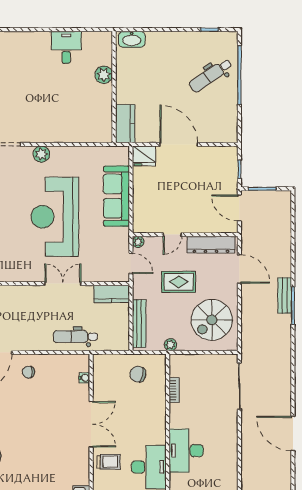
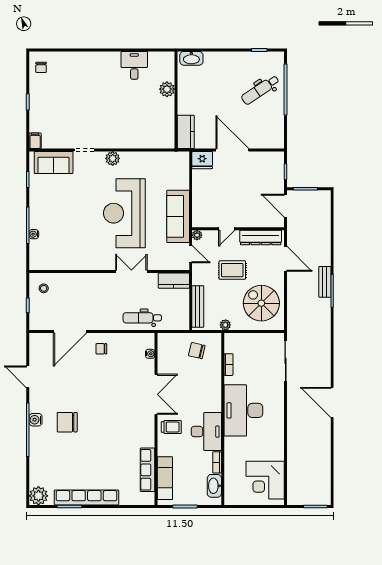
sofa: (116, 196) -> (178, 216), moved
spiral stairs: (212, 320) -> (261, 303), turned 90
desk: (186, 451) -> (243, 410), width x1.36, depth x1.30

